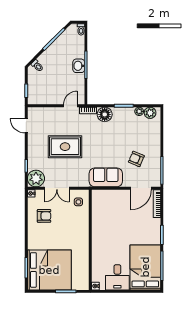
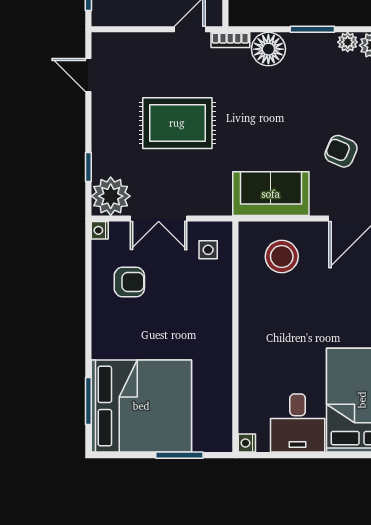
stool: (110, 205) -> (282, 256), added

